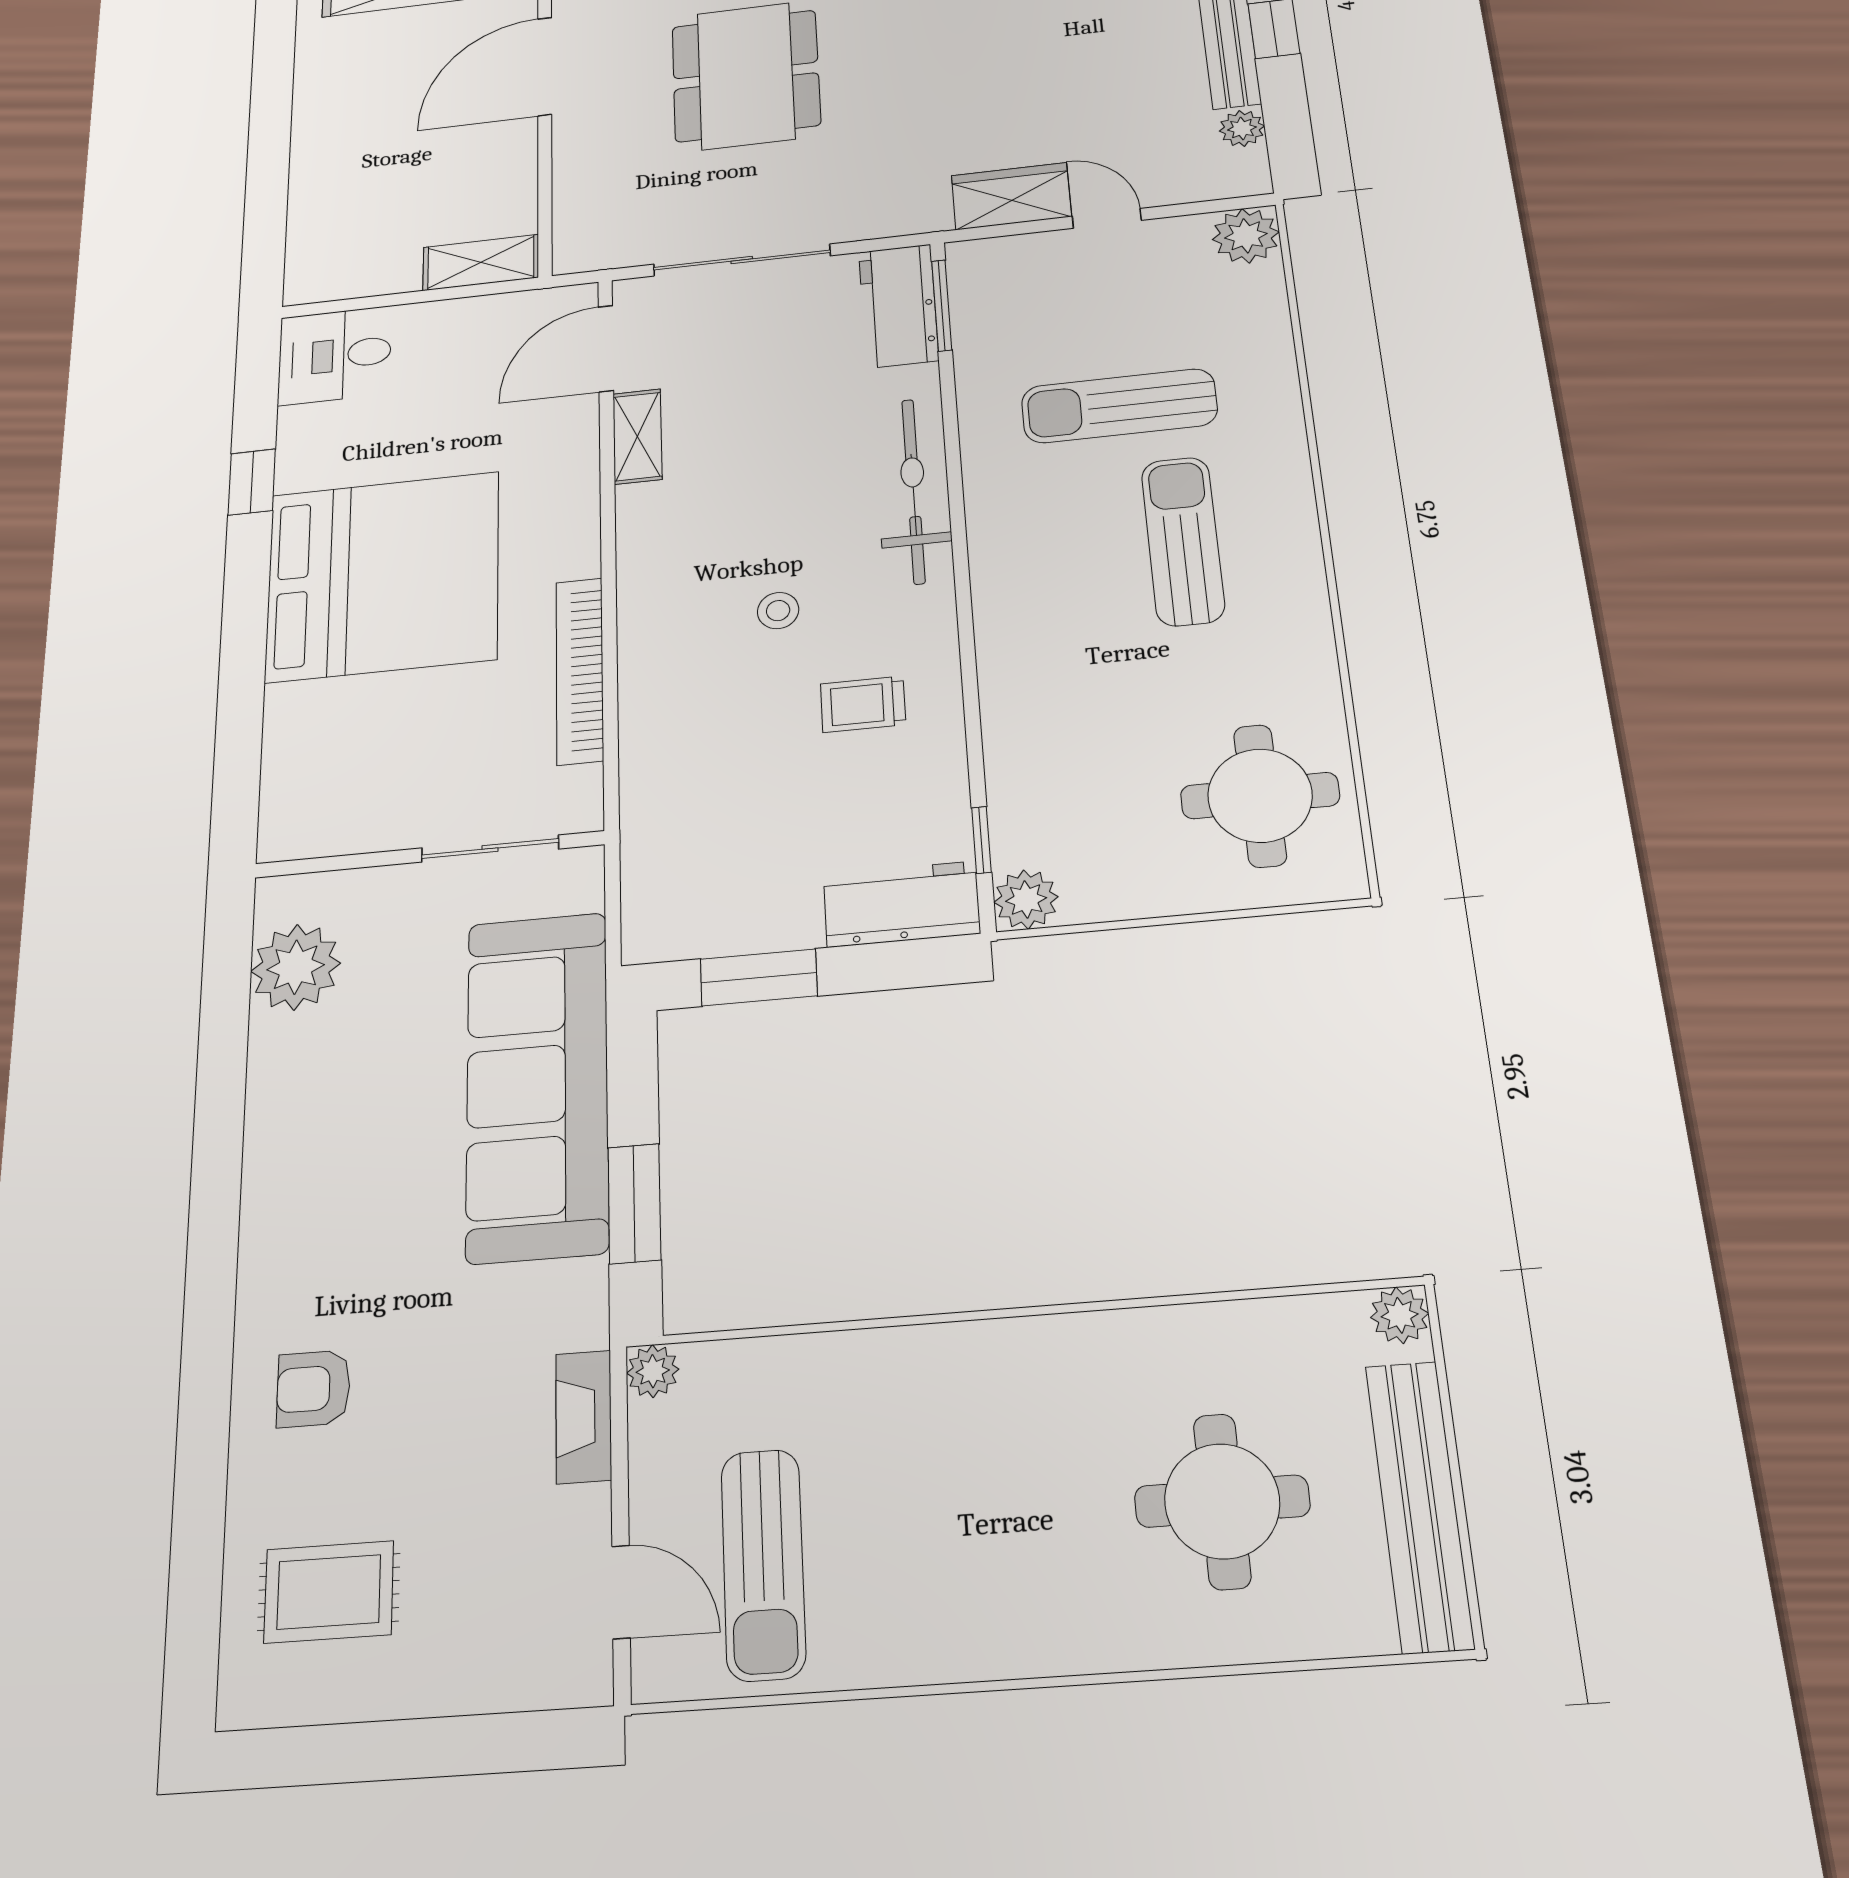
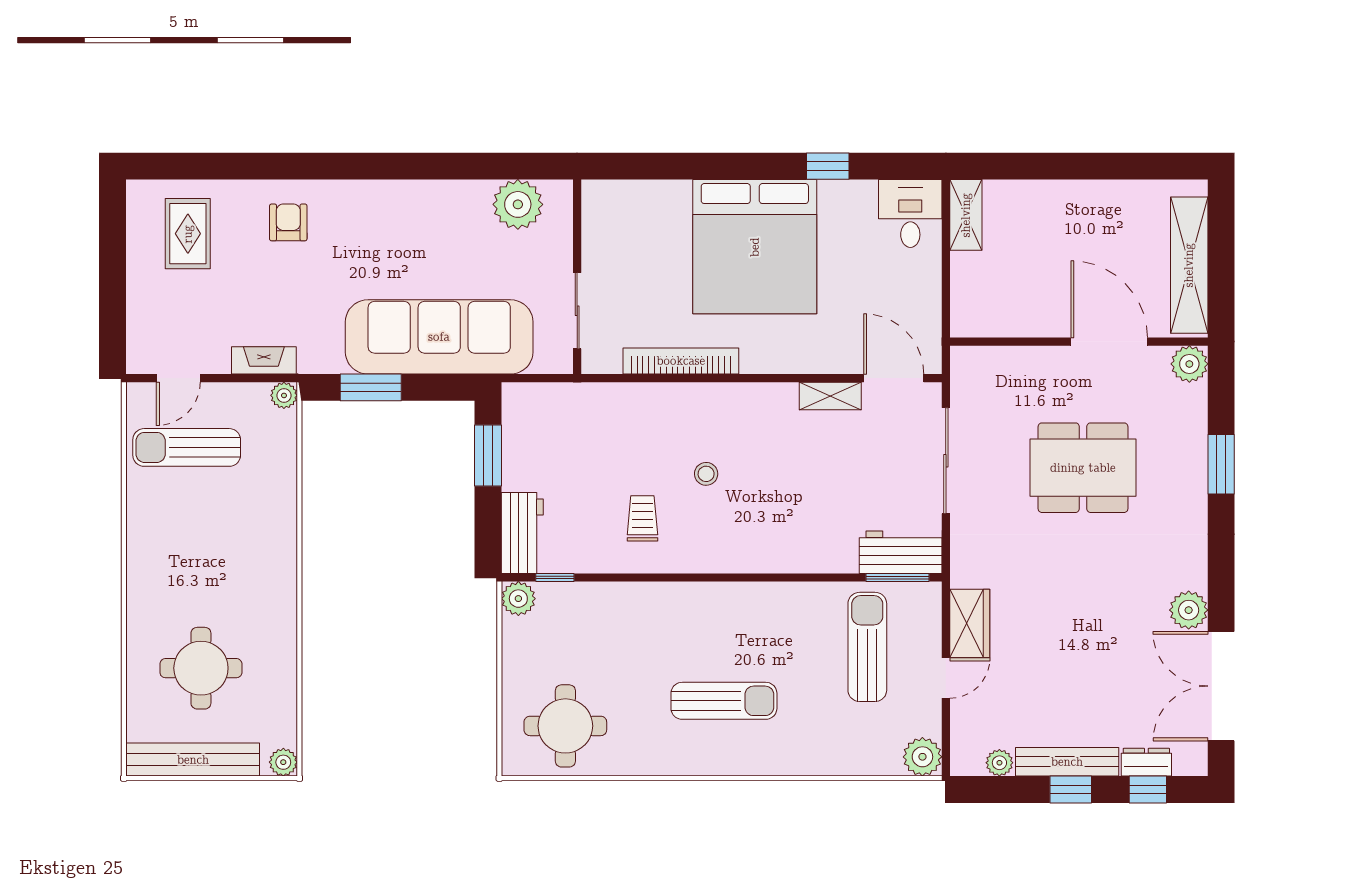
shelving: (481, 263) -> (966, 215), moved
sun lounger: (1119, 406) -> (867, 647), moved
bicycle: (913, 491) -> (774, 554), removed

